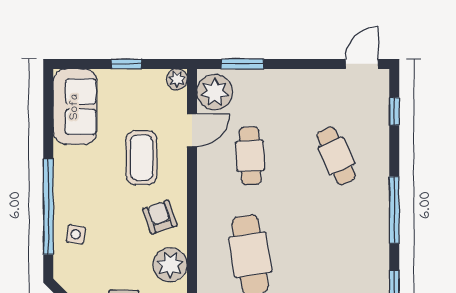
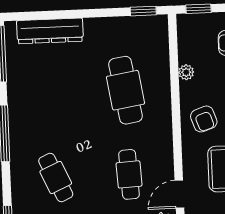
plant: (170, 265) -> (186, 72), width x0.53, depth x0.53

